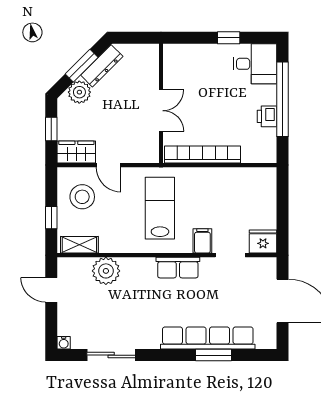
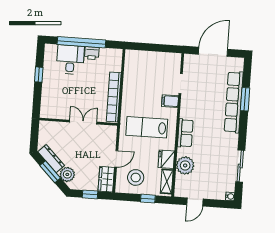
desk: (255, 64) -> (70, 60), moved
fridge: (263, 242) -> (166, 159), moved
row of seats: (178, 268) -> (185, 133), moved

